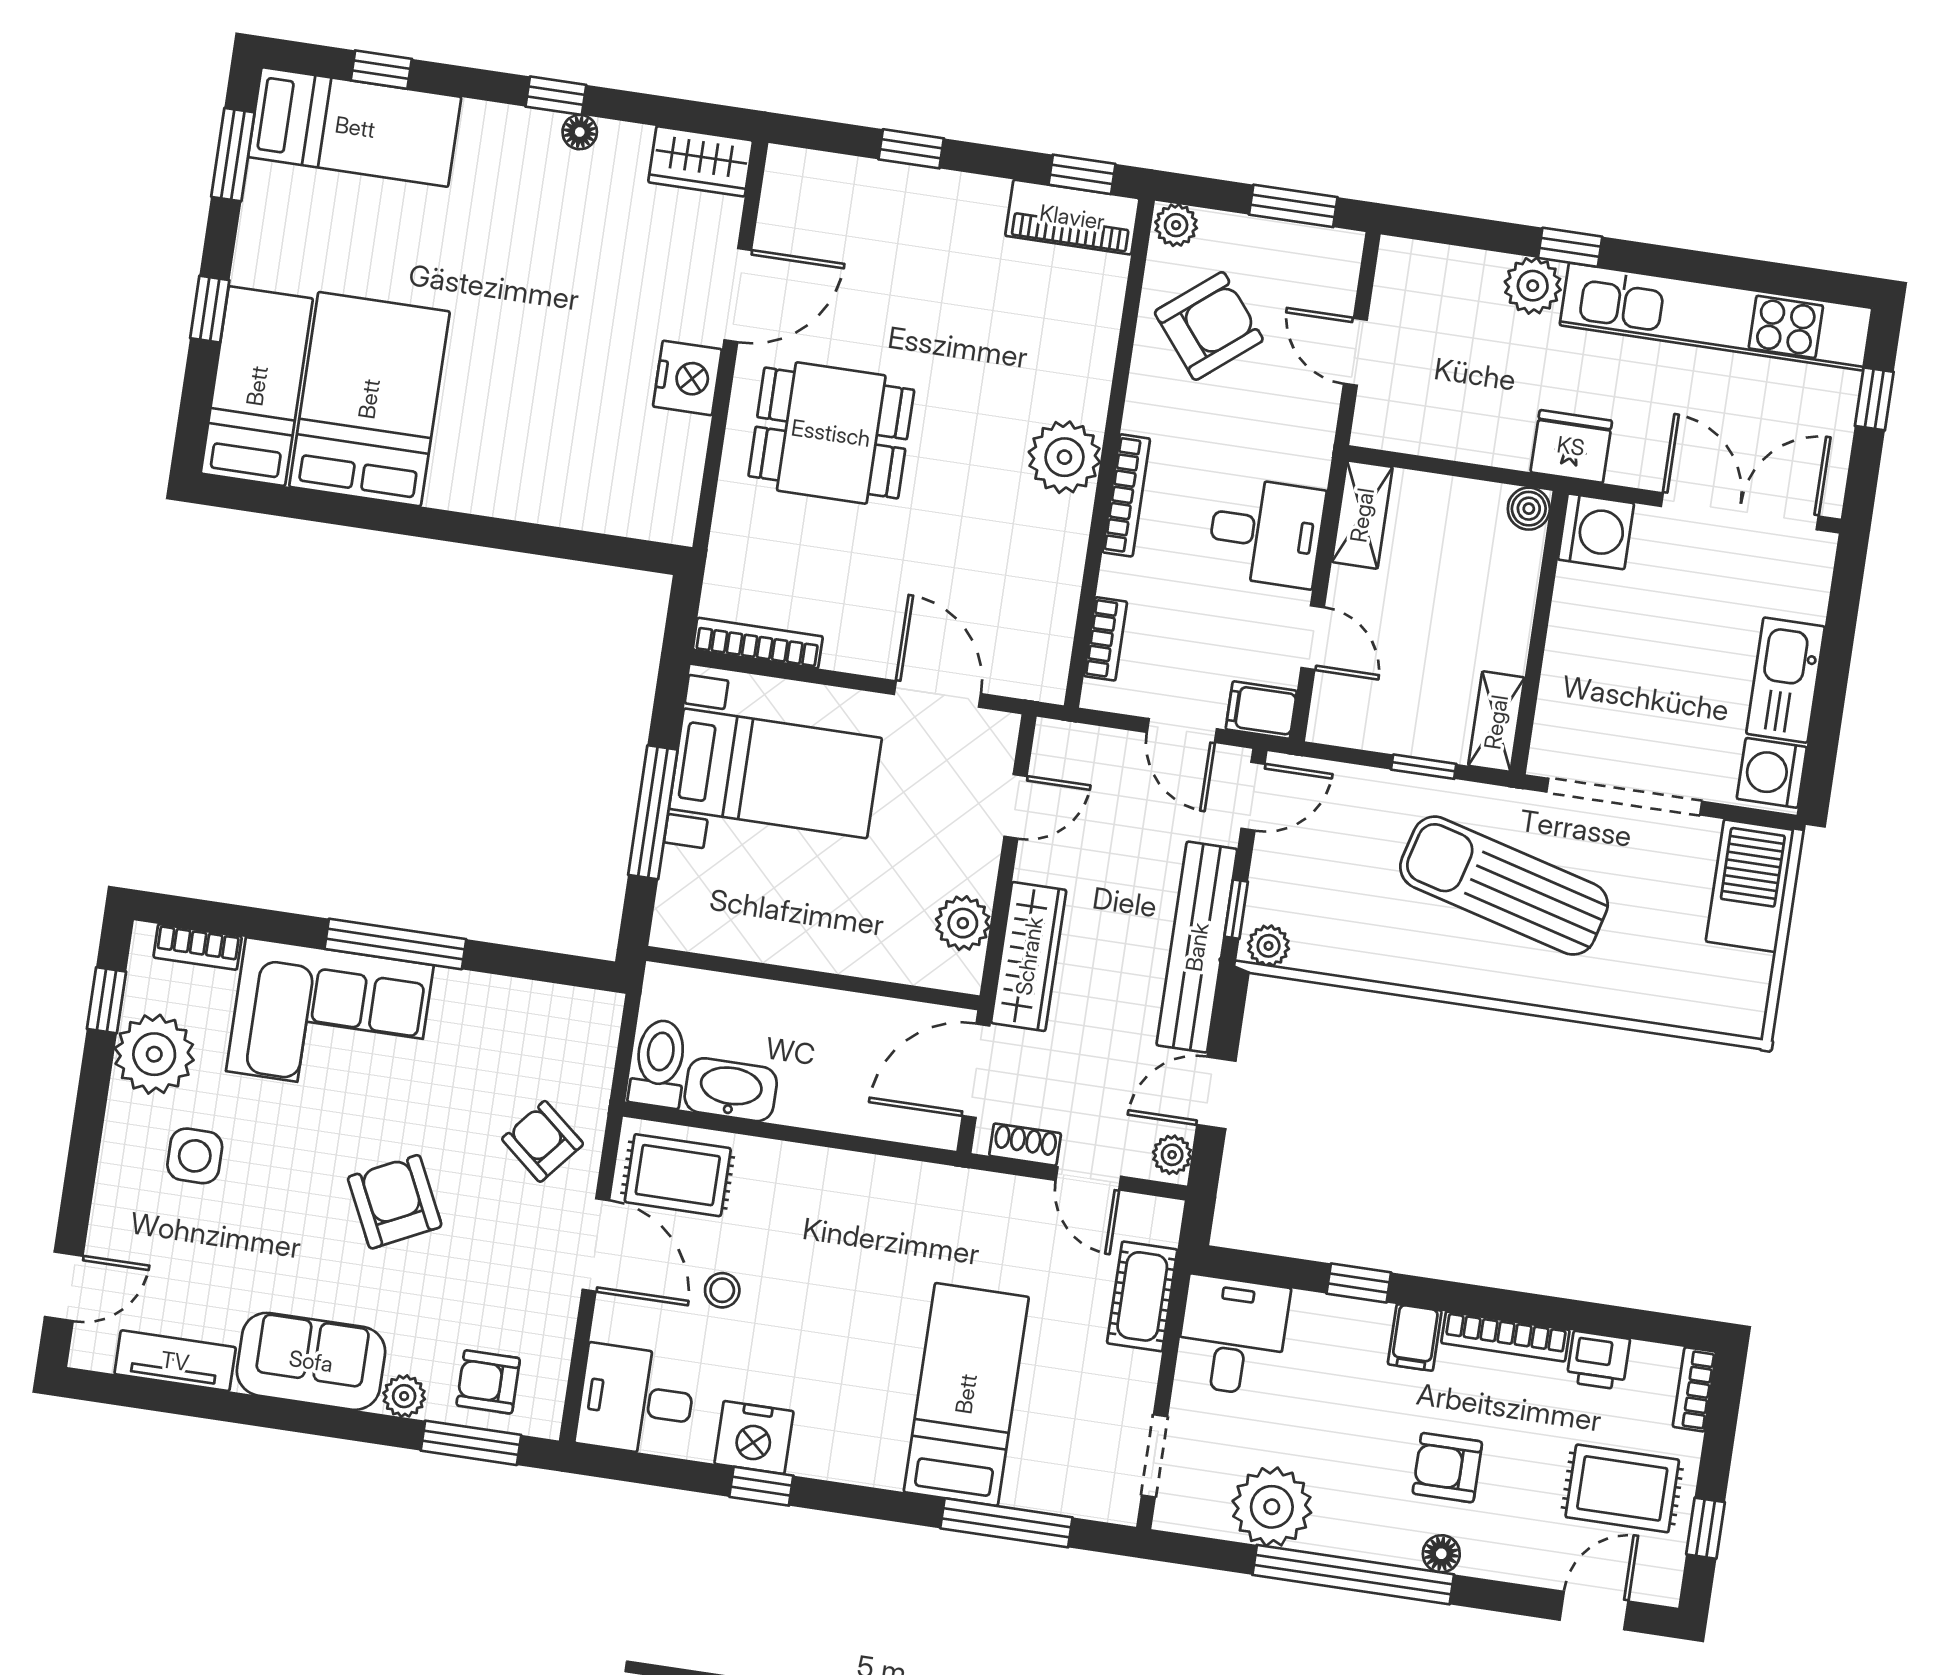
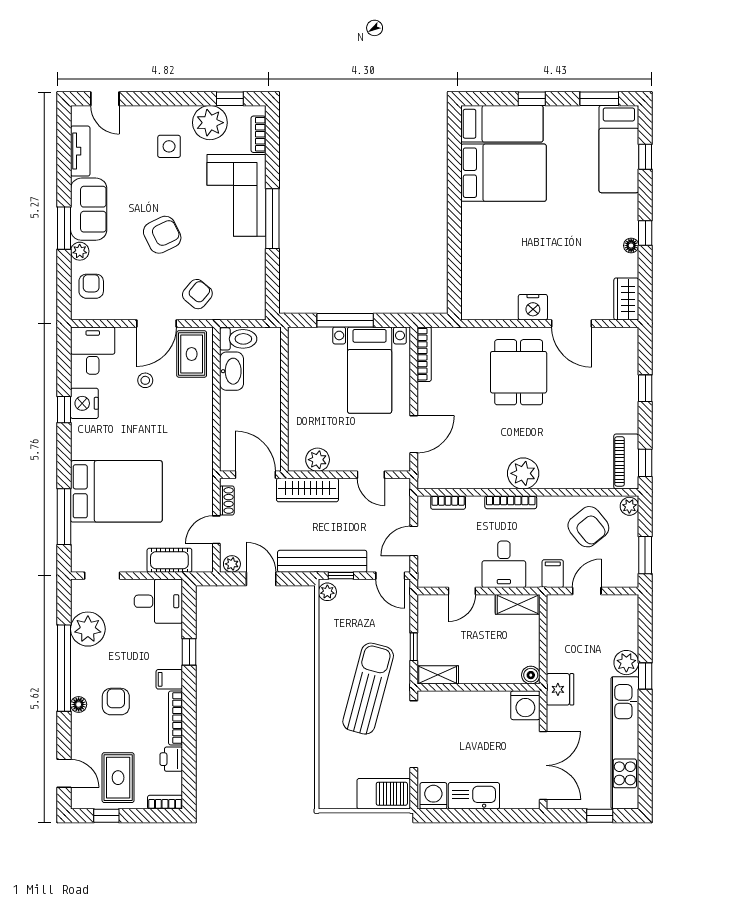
filing cabinet: (1261, 710) -> (553, 574), moved
bed: (966, 1394) -> (116, 491), width x1.50
window: (471, 1443) -> (64, 228), moved

